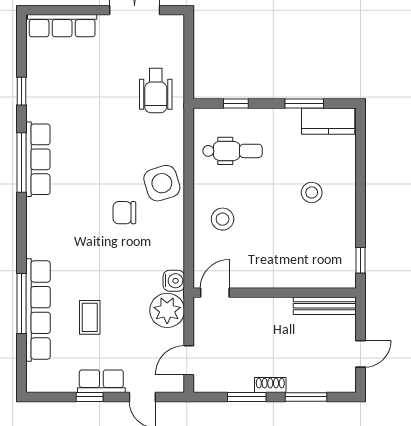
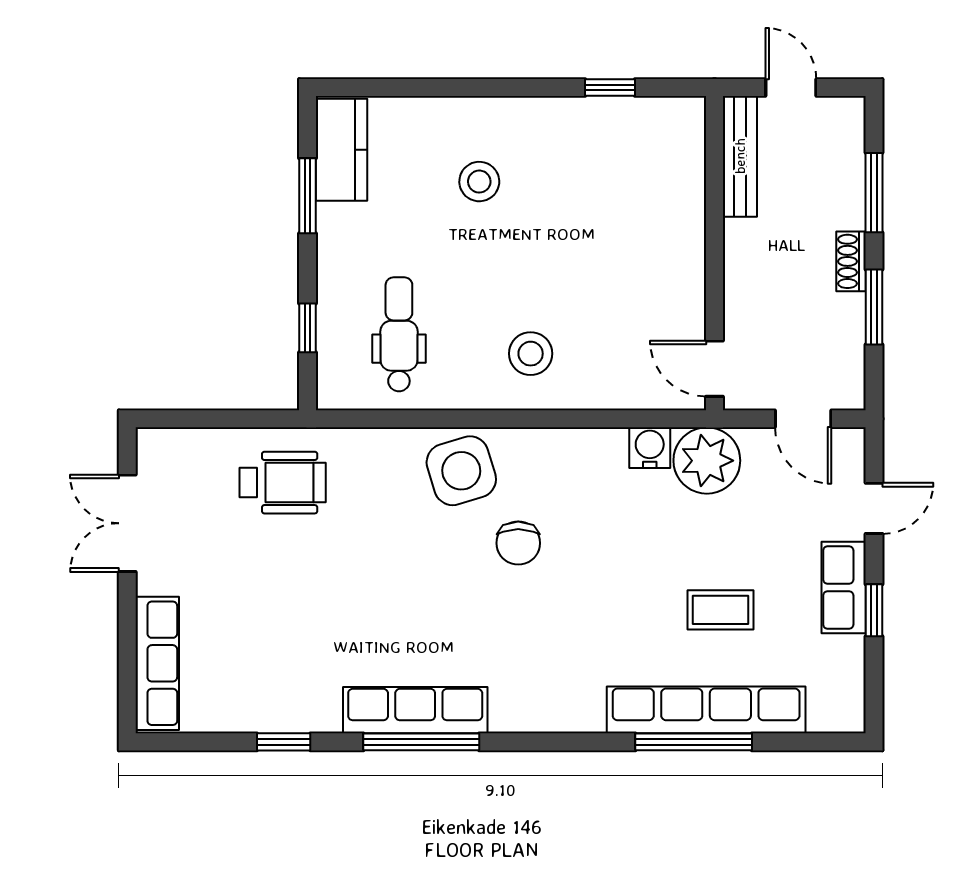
door: (215, 293) -> (715, 369), moved
wall: (275, 293) -> (715, 253), moved
bench: (325, 306) -> (740, 156), moved

